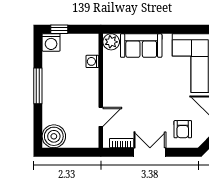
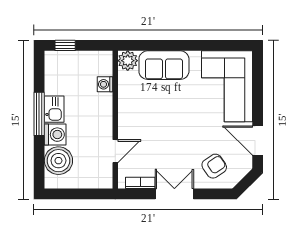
washing machine: (51, 42) -> (55, 135), moved, turned -90
kitchen sink: (50, 82) -> (54, 109), added
armchair: (183, 129) -> (214, 166), turned -124
boiler: (54, 136) -> (58, 161), moved

